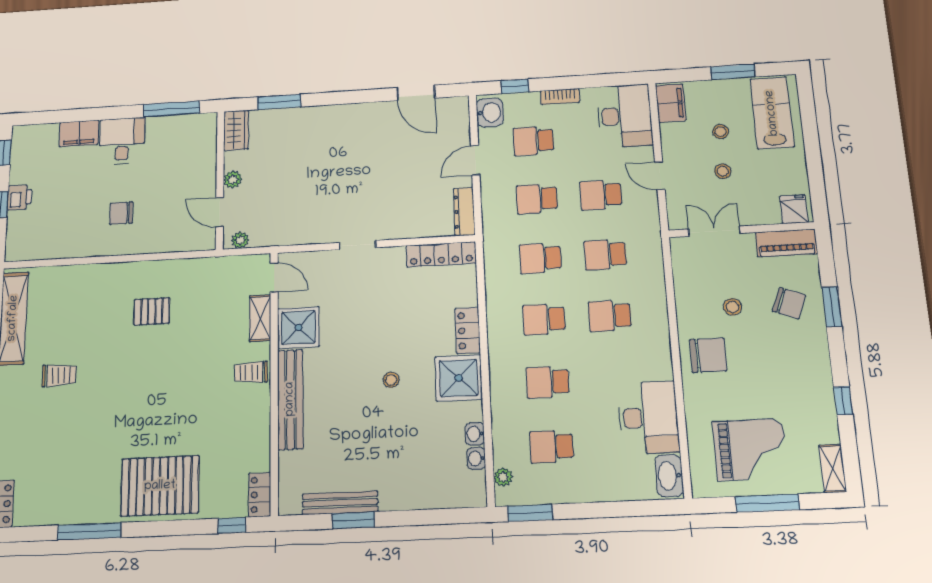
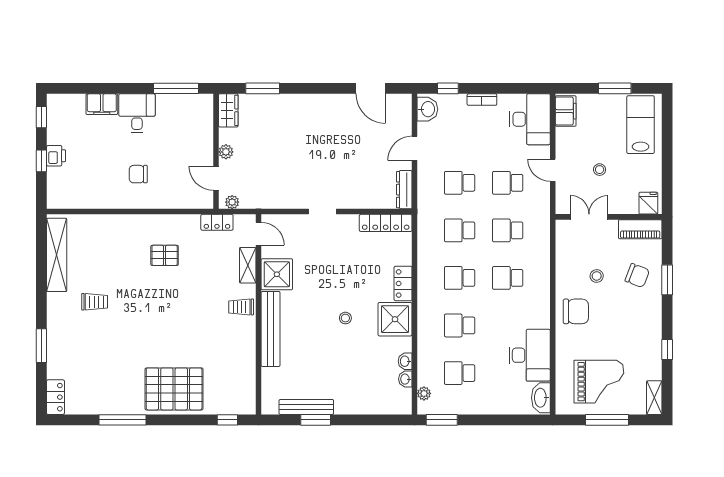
stool: (721, 132) -> (601, 137), removed
school desk: (533, 141) -> (460, 135), removed
locker: (260, 495) -> (217, 222), moved, turned -90

